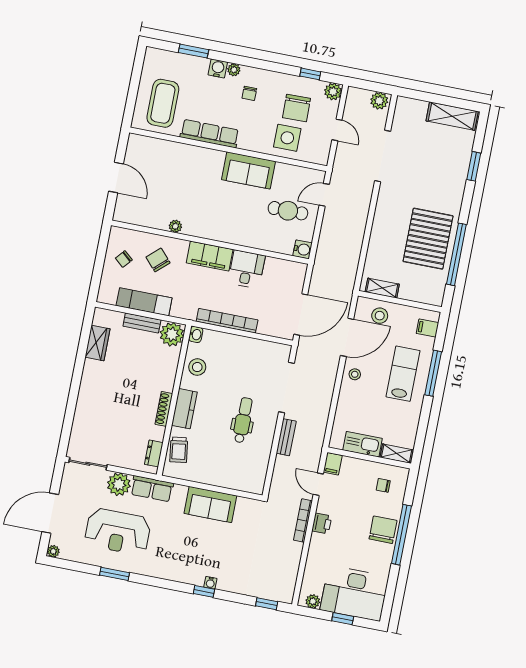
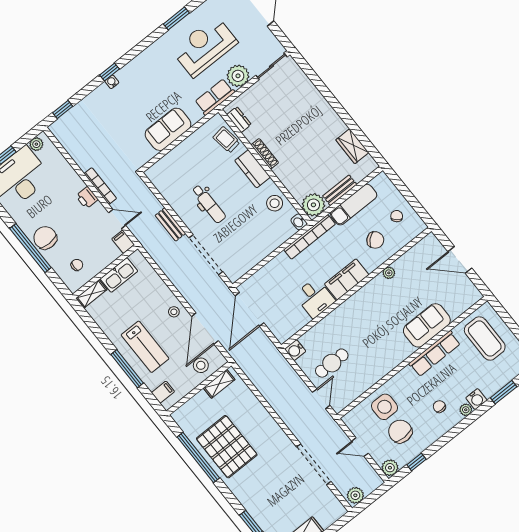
sofa: (249, 170) -> (427, 325), moved
bookcase: (227, 321) -> (310, 237), moved
chair: (383, 530) -> (45, 238), turned 180

